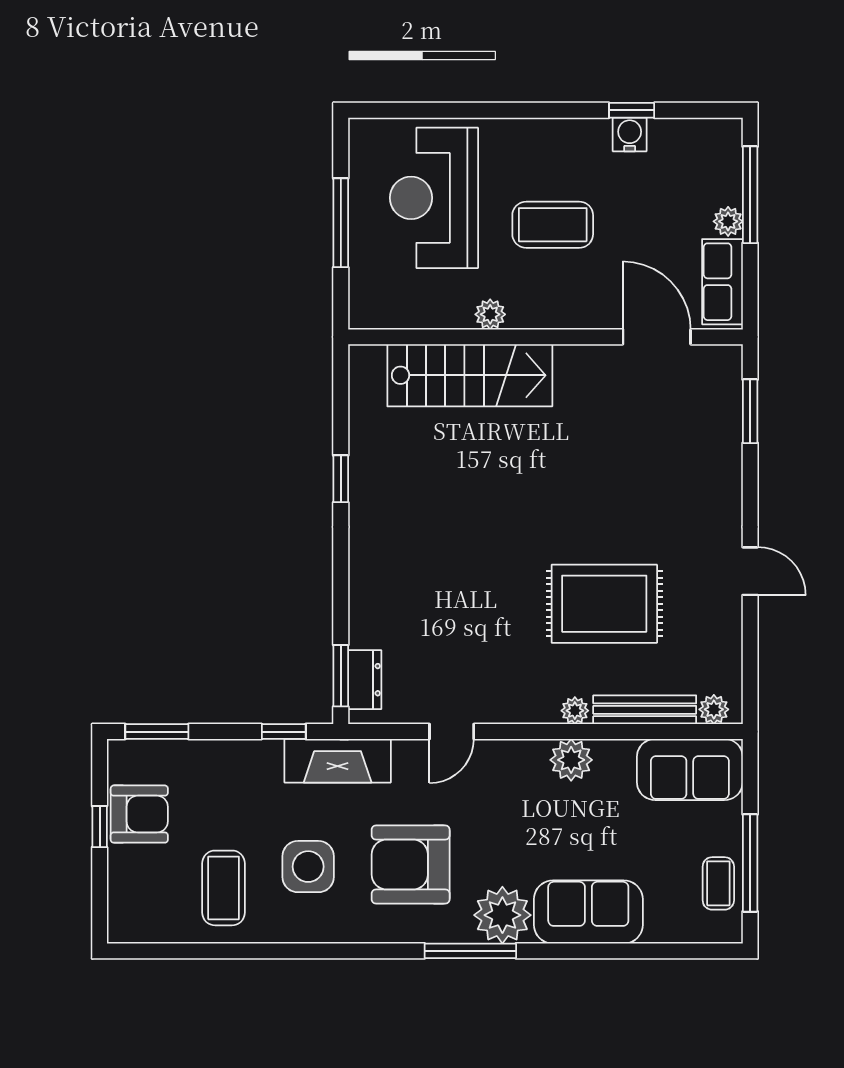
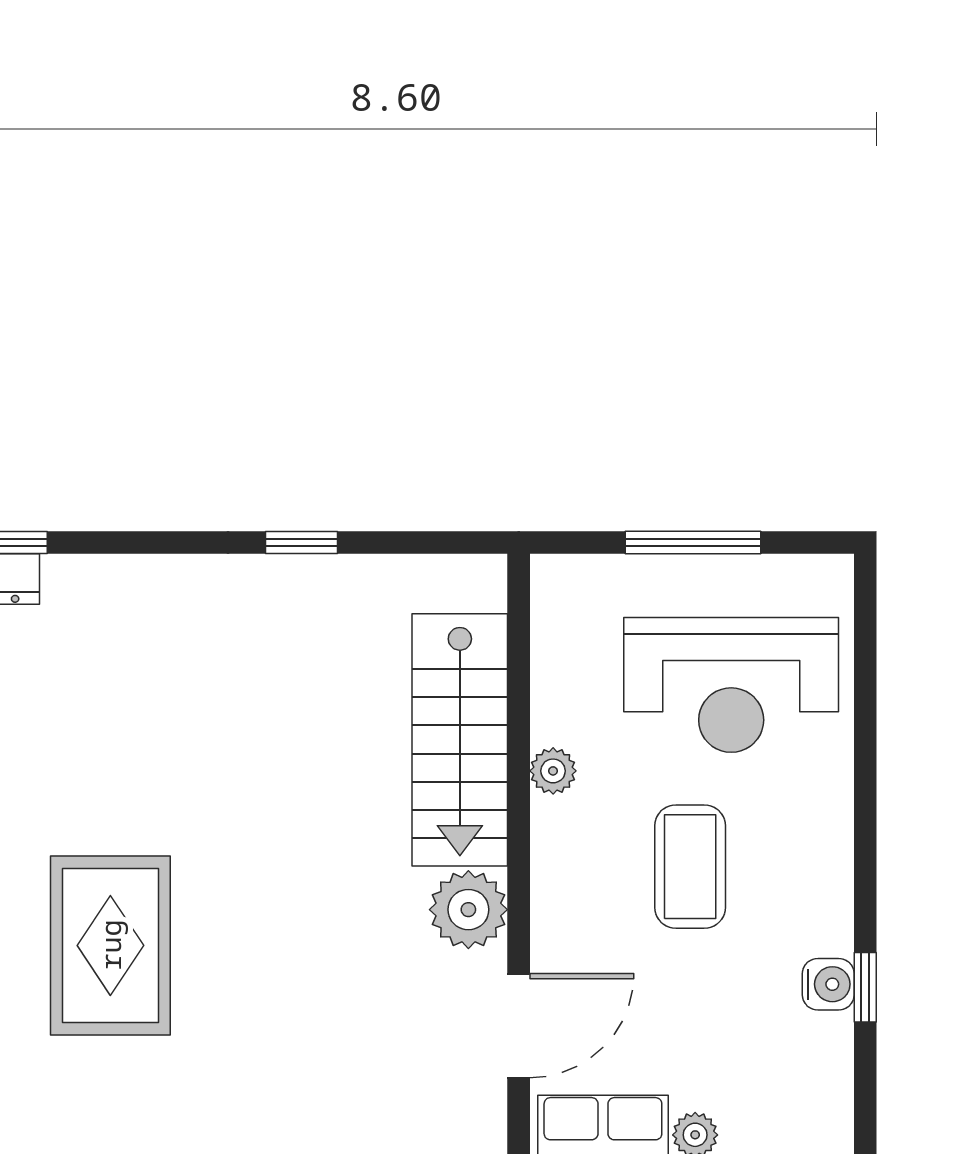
reception desk: (434, 198) -> (731, 685), turned 180
plant: (581, 370) -> (468, 910), added

